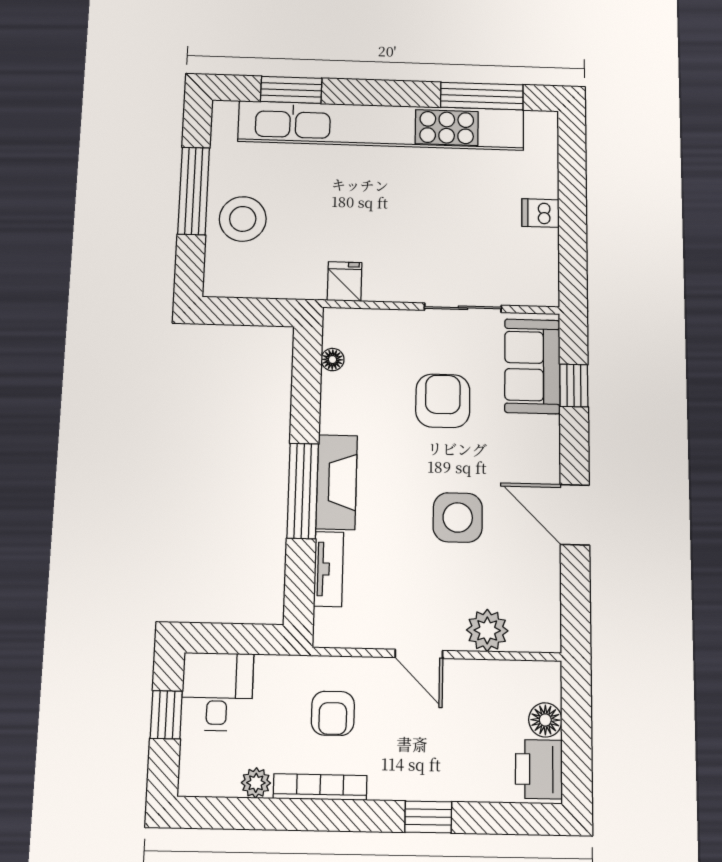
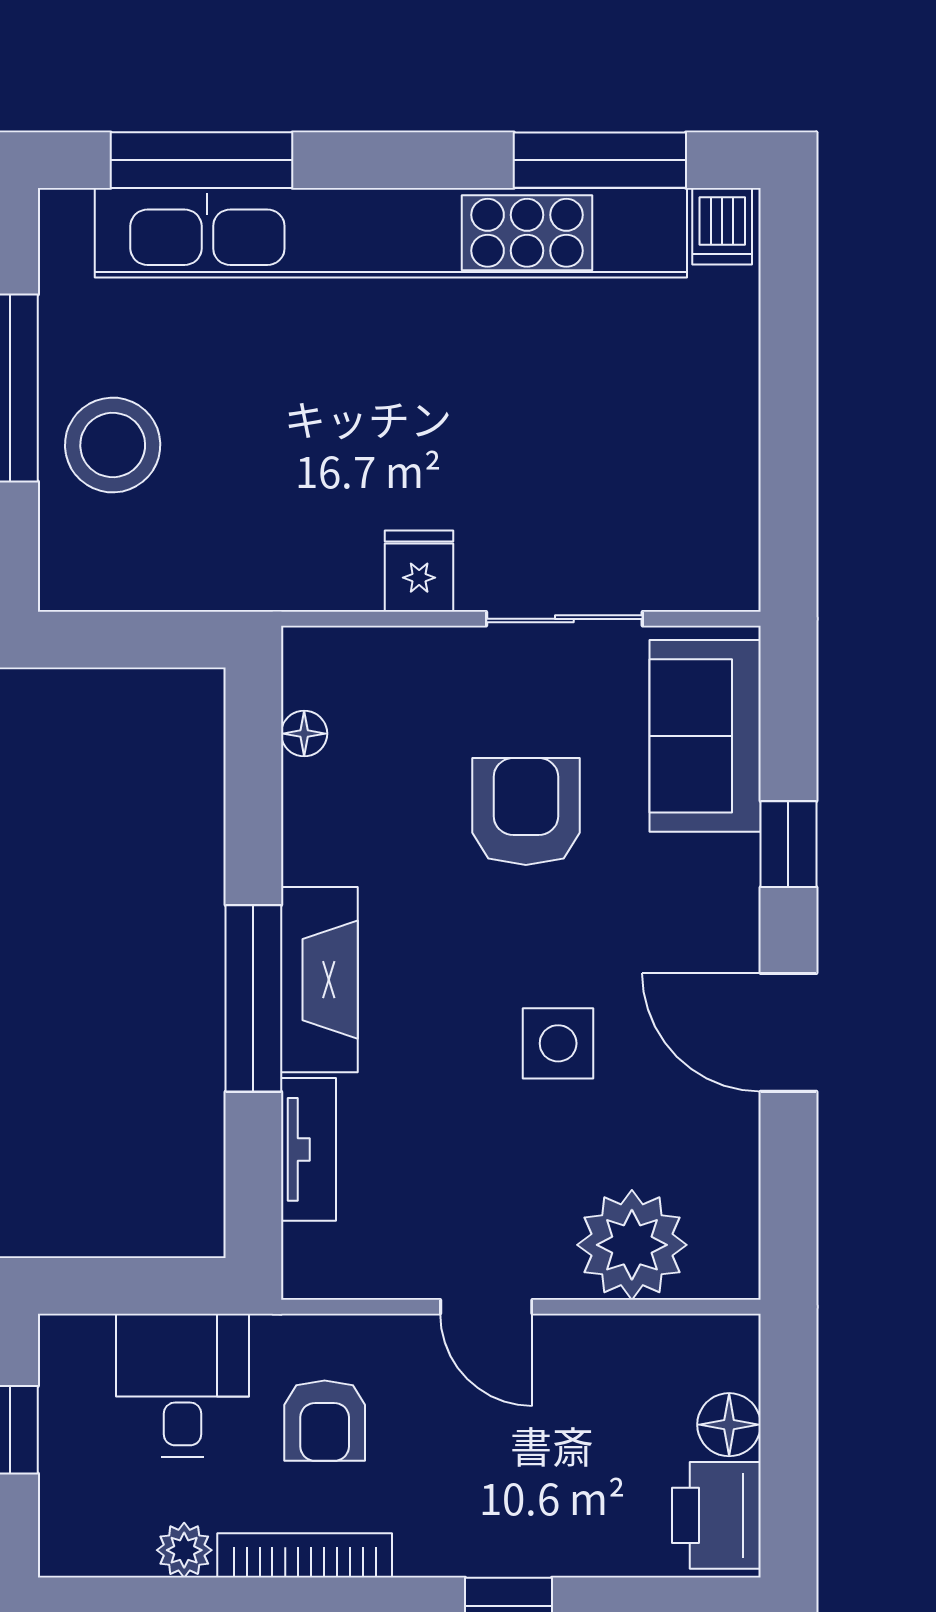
window: (291, 90) -> (202, 160), width x1.44
dishwasher: (540, 213) -> (722, 226), moved, turned -90
fridge: (345, 282) -> (419, 571), moved
window: (574, 386) -> (788, 844), moved
side table: (458, 518) -> (558, 1043), width x0.73, depth x0.73
plant: (487, 630) -> (632, 1245), width x1.36, depth x1.36
desk: (217, 692) -> (183, 1385), moved

